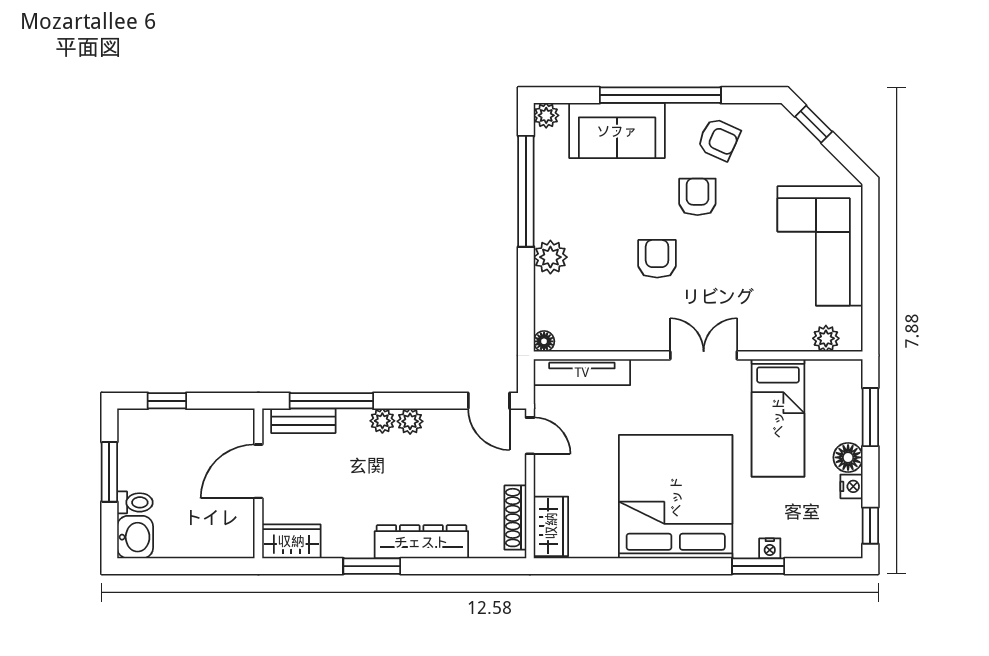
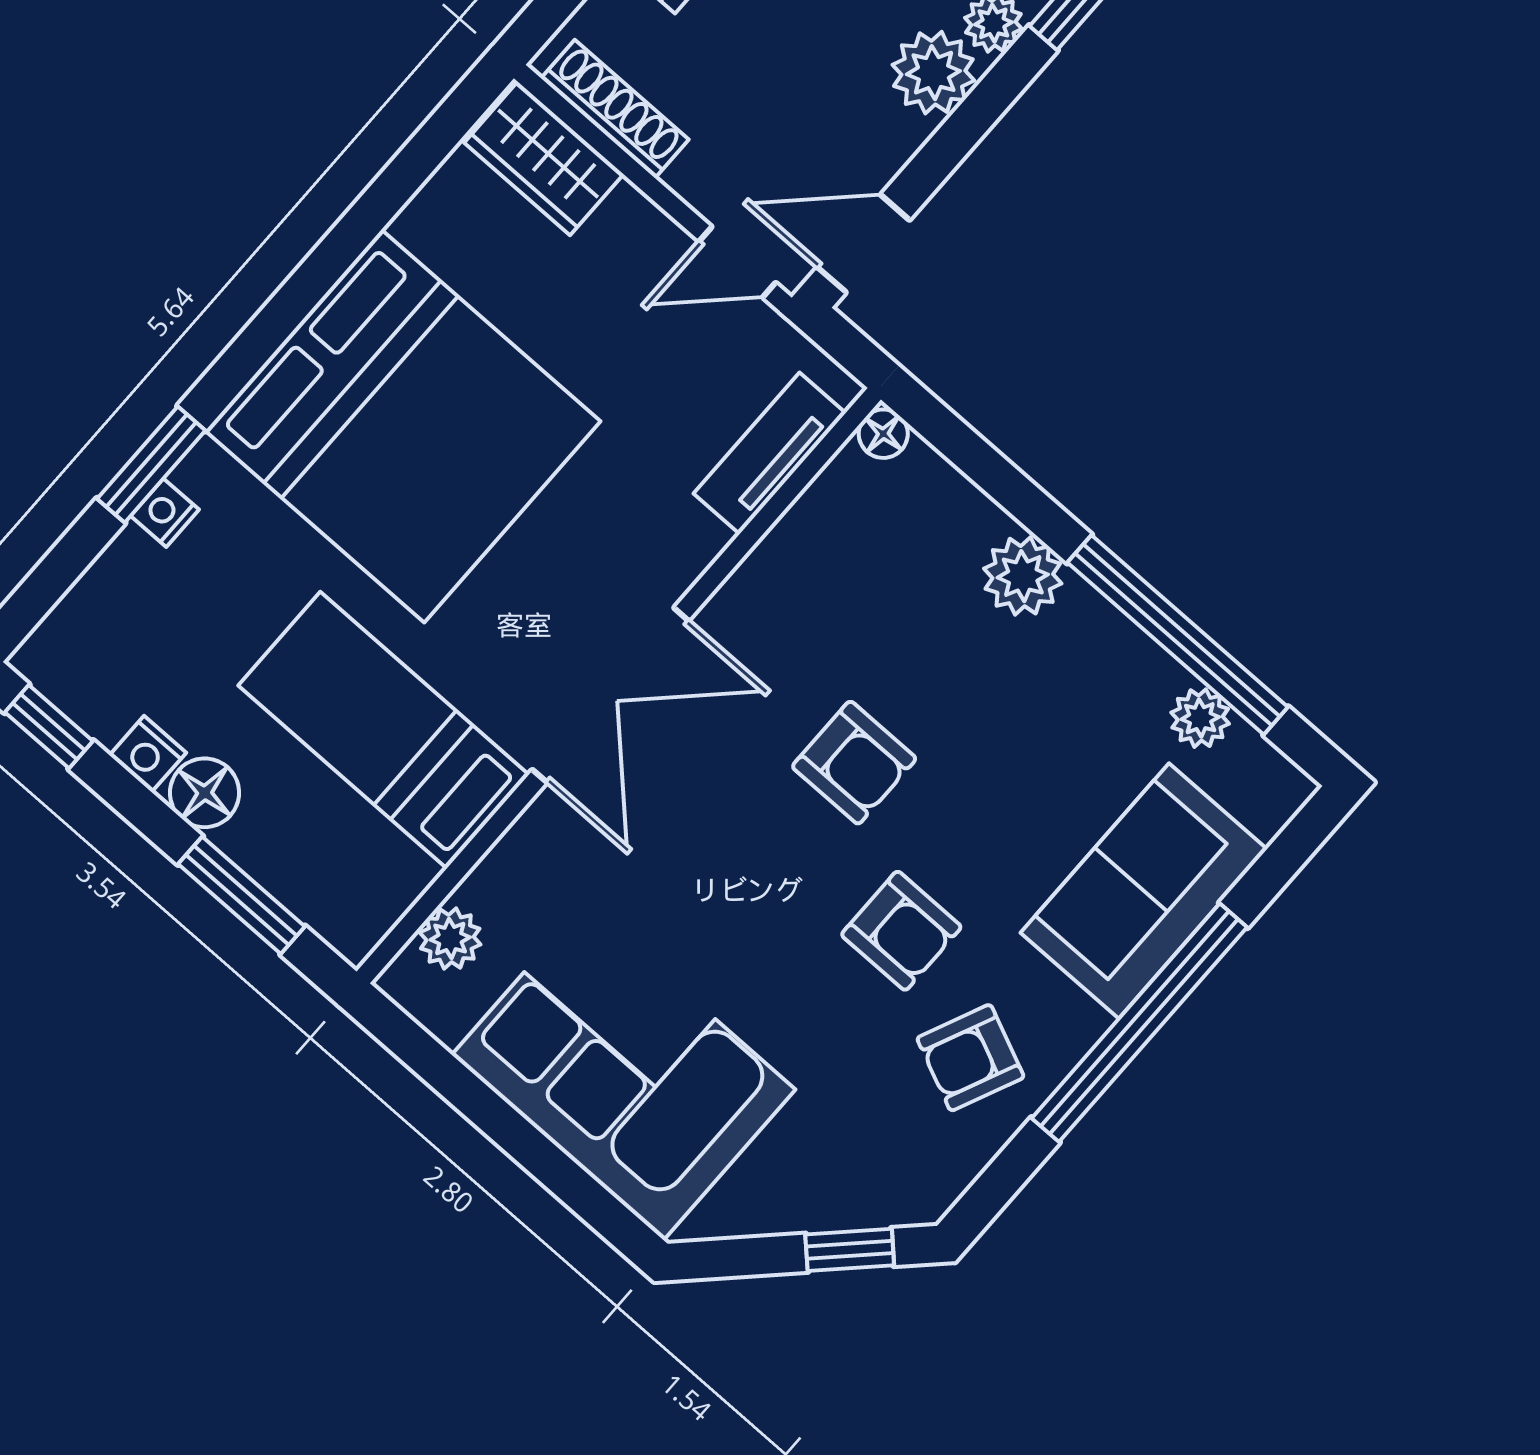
plant: (546, 115) -> (1200, 718), moved
double door: (704, 355) -> (610, 695), width x1.37
tv unit: (582, 372) -> (770, 453), width x0.71
plant: (410, 421) -> (933, 73), width x1.38, depth x1.38

